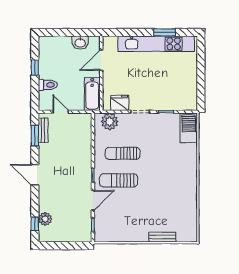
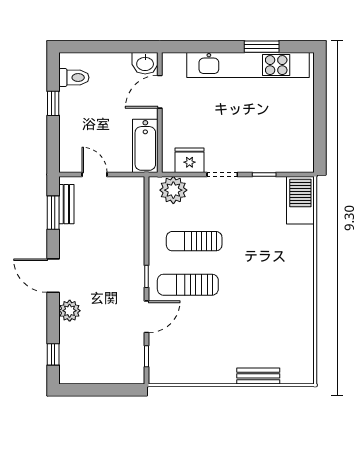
washbasin: (80, 43) -> (145, 63), moved
toilet: (48, 85) -> (74, 78), moved
plant: (45, 219) -> (70, 311), moved

